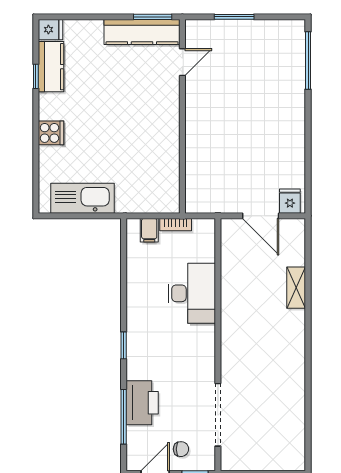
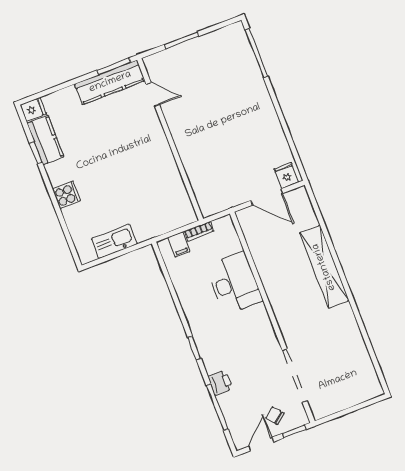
door: (182, 62) -> (153, 94), hinge flipped
kitchen sink: (83, 198) -> (114, 241), width x0.73, depth x0.81
shelving: (296, 288) -> (324, 267), width x2.20, depth x1.33
printer: (142, 403) -> (220, 383), width x0.53, depth x0.68
chair: (181, 449) -> (275, 416), turned -130

